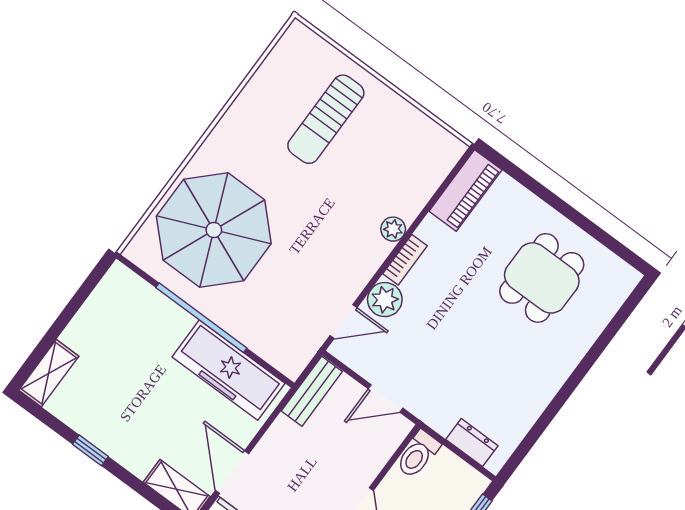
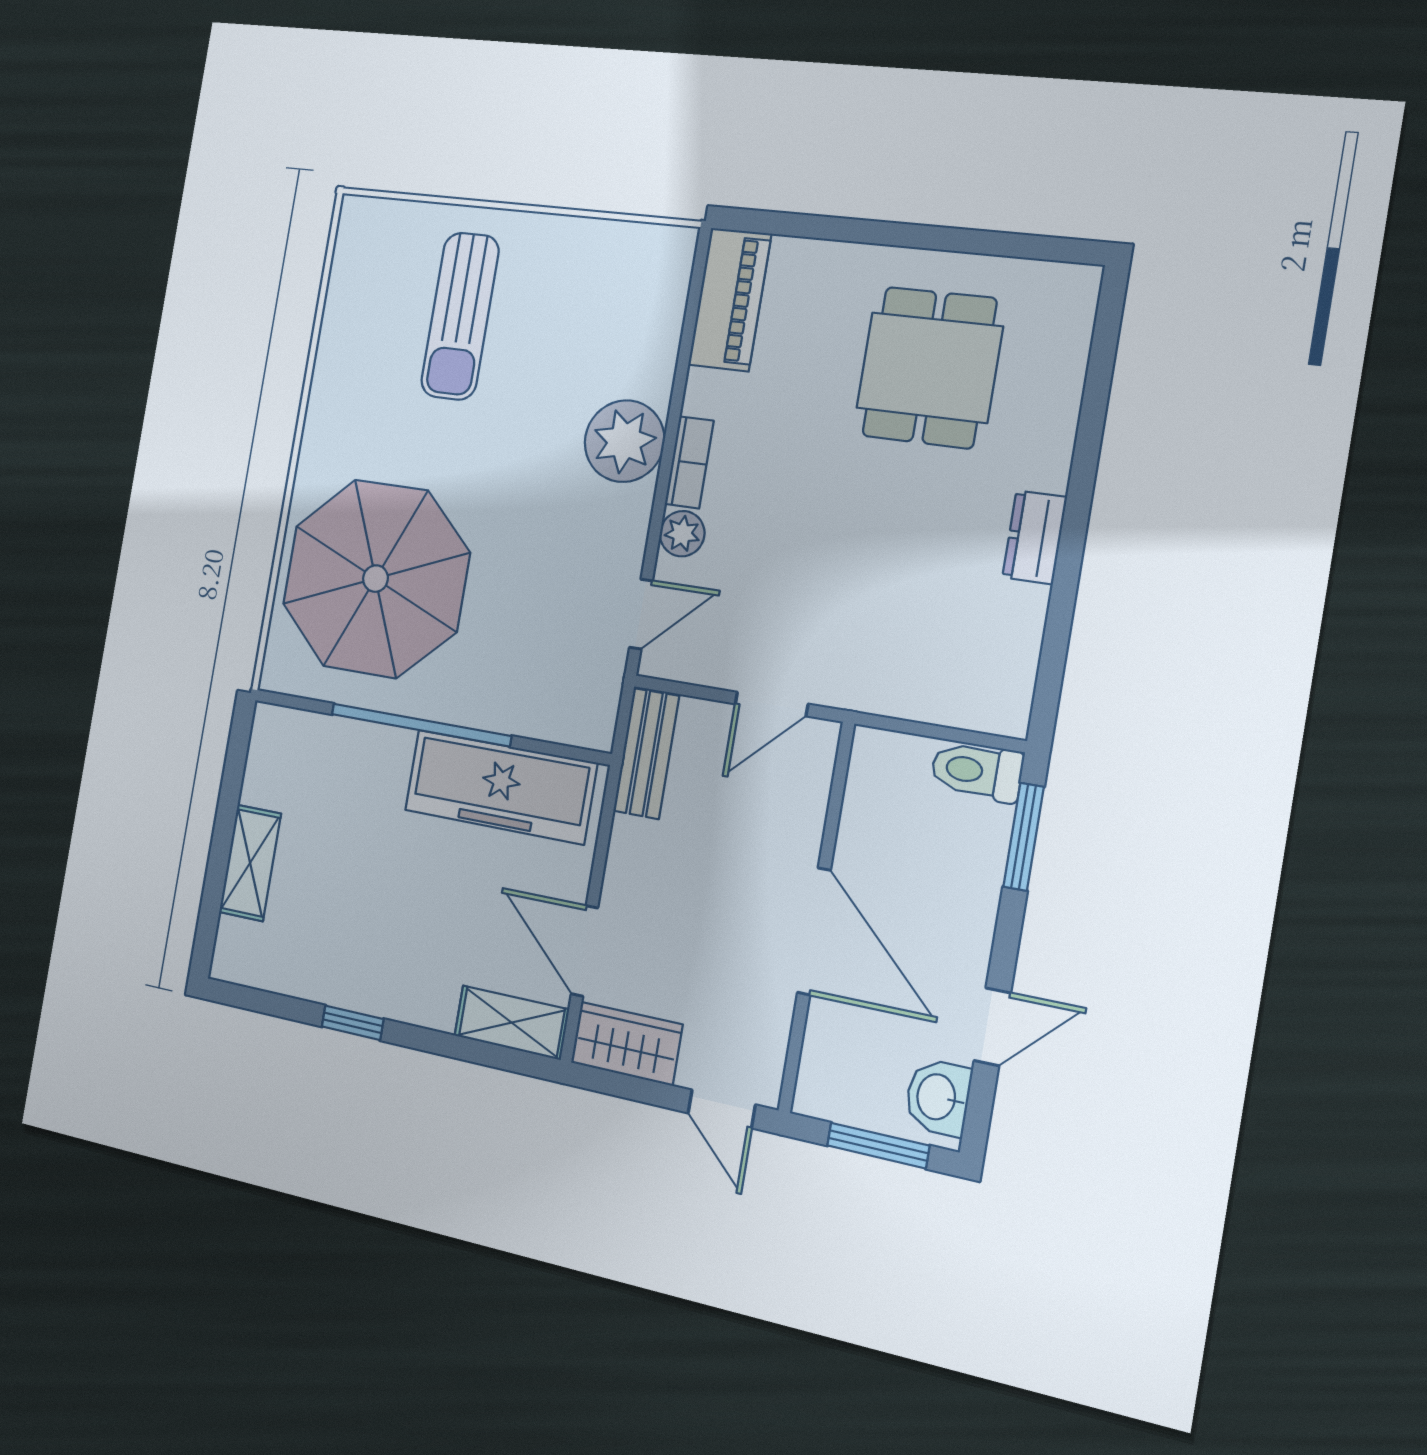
plant: (393, 229) -> (624, 441), width x1.87, depth x1.87
plant: (385, 300) -> (682, 534), width x0.73, depth x0.73
shelving: (49, 373) -> (250, 863), moved
dresser: (472, 443) -> (1035, 537), moved, turned -90
toilet: (418, 454) -> (977, 771), moved, turned 90

